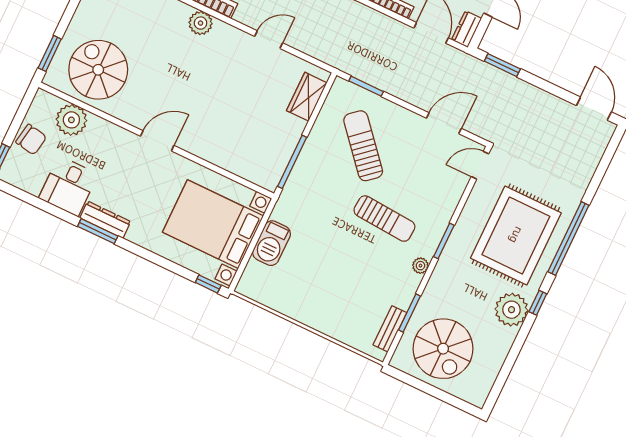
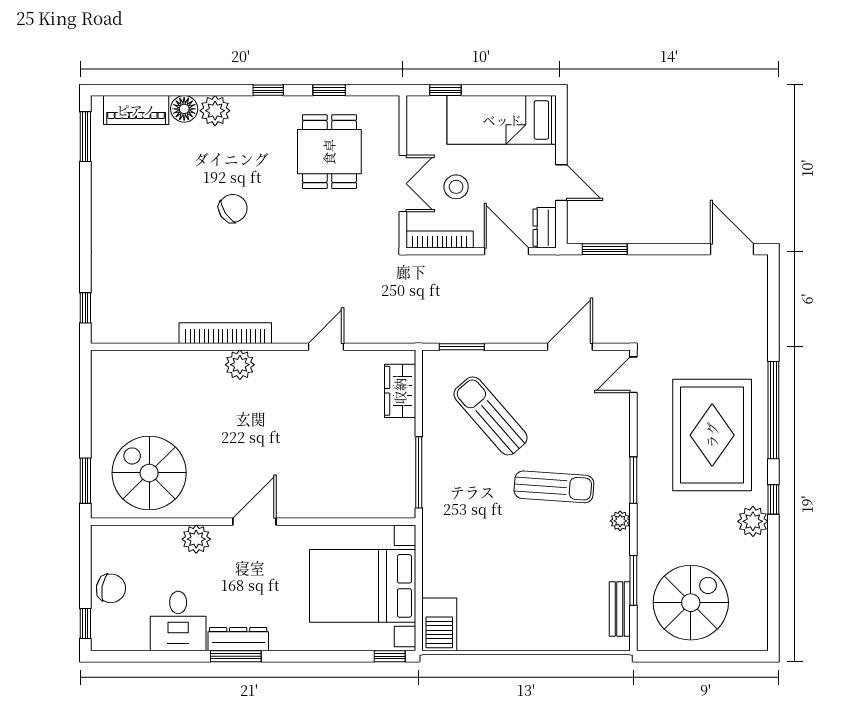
plant: (71, 120) -> (196, 539), moved, width x0.73, depth x0.73
barbecue: (272, 243) -> (439, 624), moved
plant: (511, 310) -> (753, 521), width x0.73, depth x0.73
spiral stairs: (443, 349) -> (691, 603), turned -90

